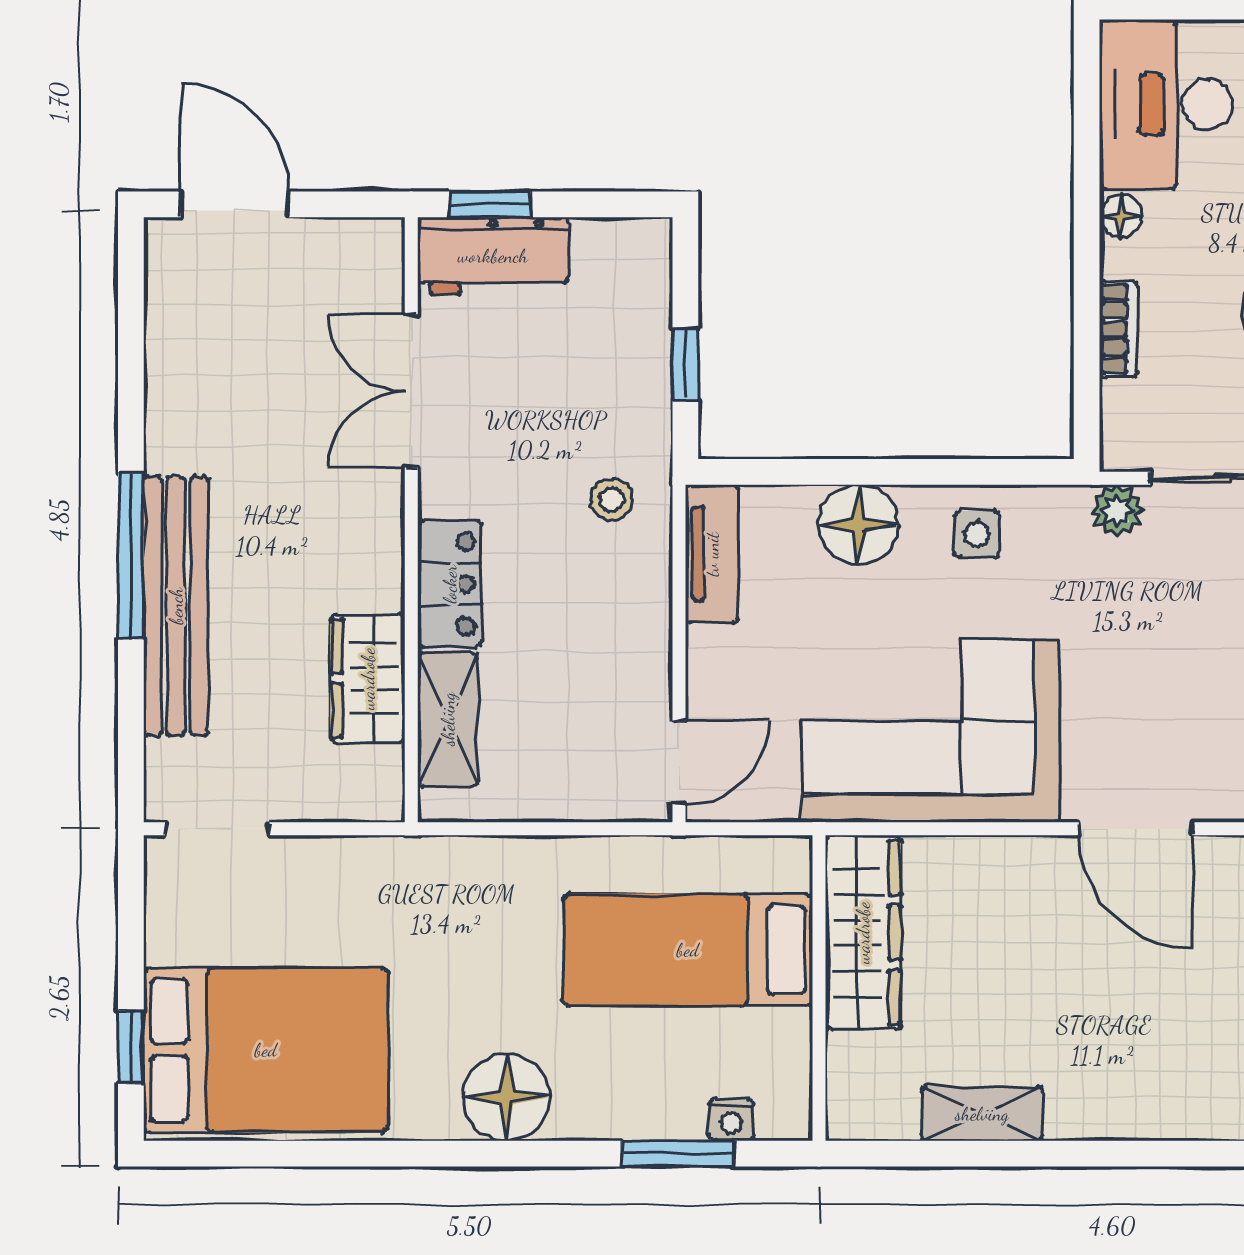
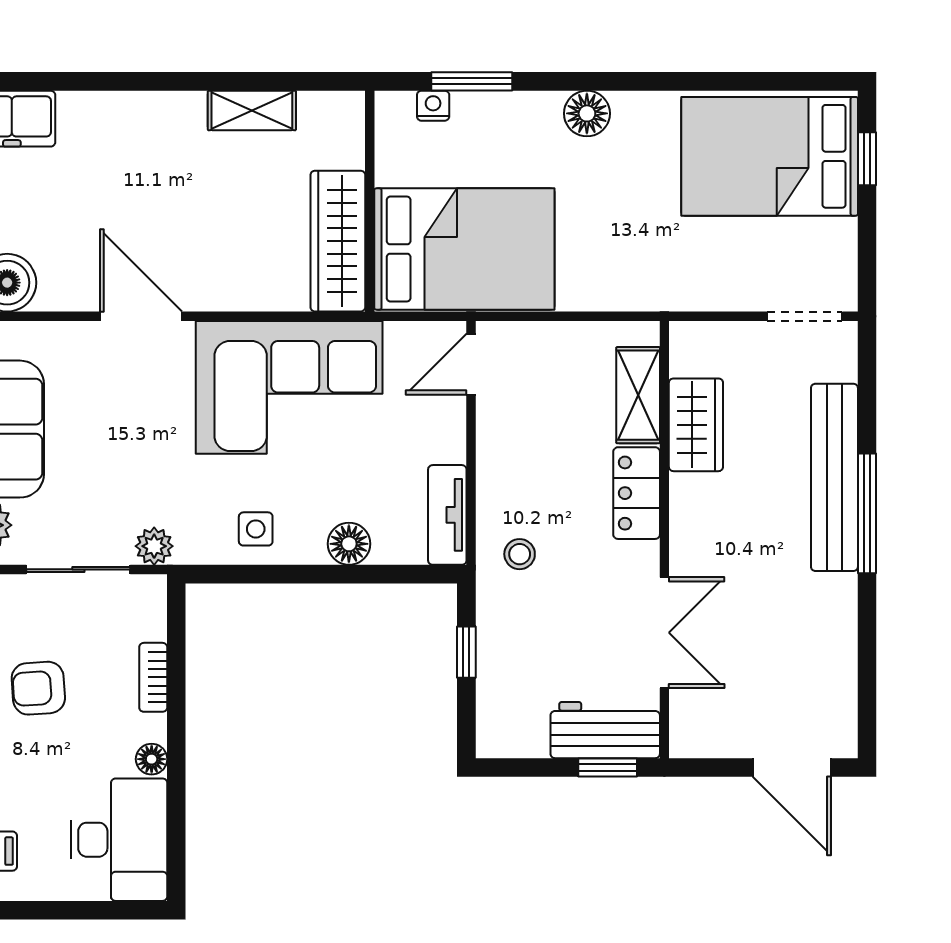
floor lamp: (859, 525) -> (349, 544), width x0.73, depth x0.73
bed: (688, 950) -> (464, 249), width x1.50
floor lamp: (507, 1097) -> (587, 113), width x0.73, depth x0.73

